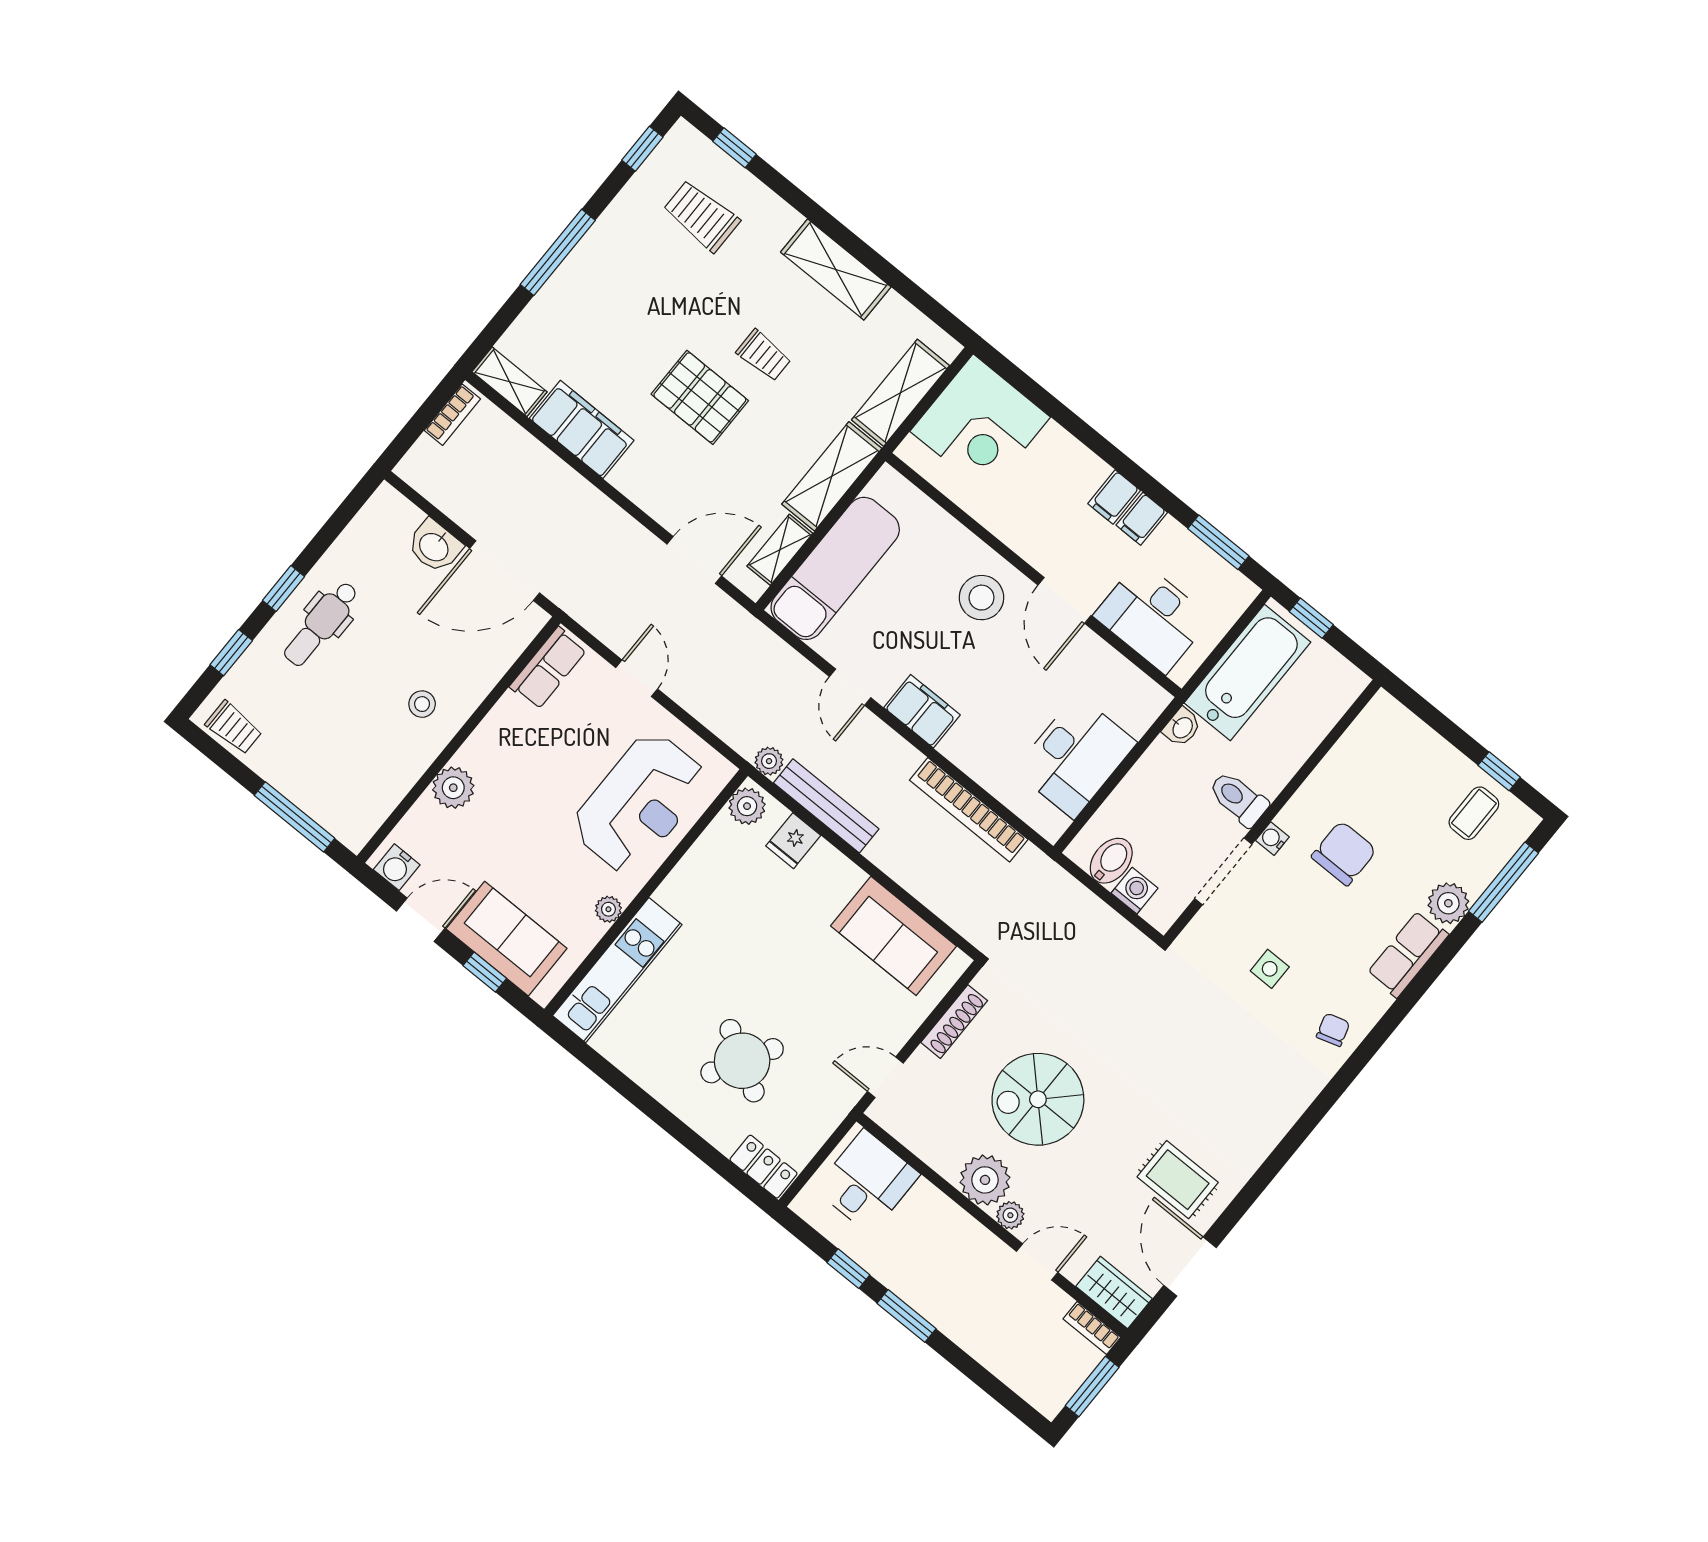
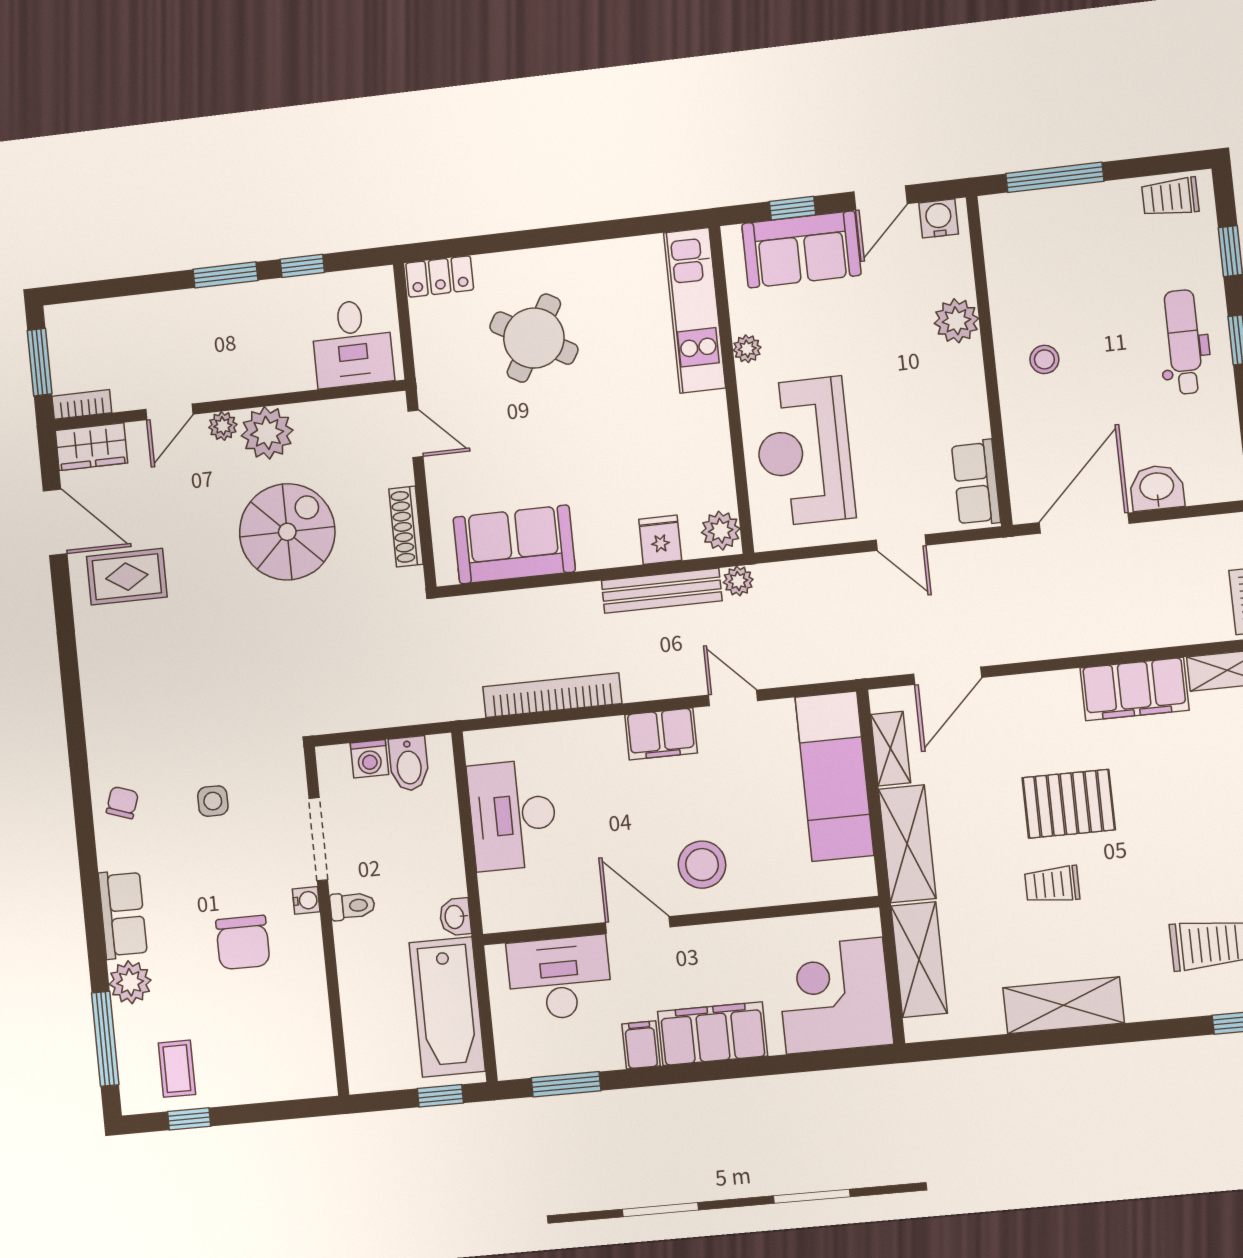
filing cabinet: (1114, 497) -> (713, 1034), width x3.00, depth x1.17
toilet: (1238, 799) -> (352, 906), width x0.73, depth x0.72
chair: (1333, 1030) -> (122, 803), turned -144
door: (885, 1077) -> (416, 434), hinge flipped

